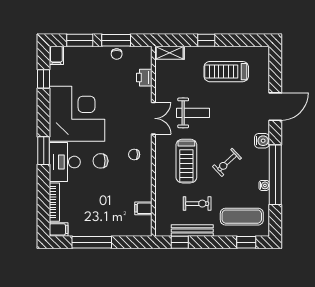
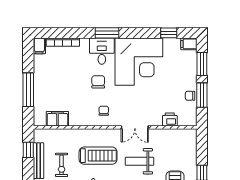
shelving: (170, 53) -> (191, 141), removed
weight bench: (193, 113) -> (139, 161), turned 90
treadmill: (186, 161) -> (98, 156), turned 180
desk: (65, 162) -> (102, 51), width x0.73
filing cabinet: (143, 208) -> (57, 119), width x2.00
window: (92, 242) -> (28, 90), moved

